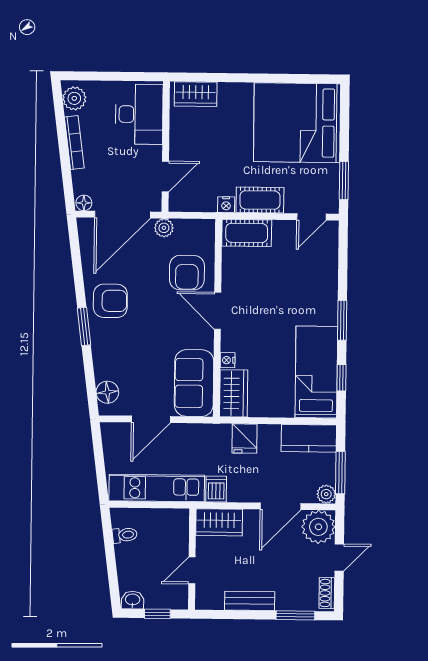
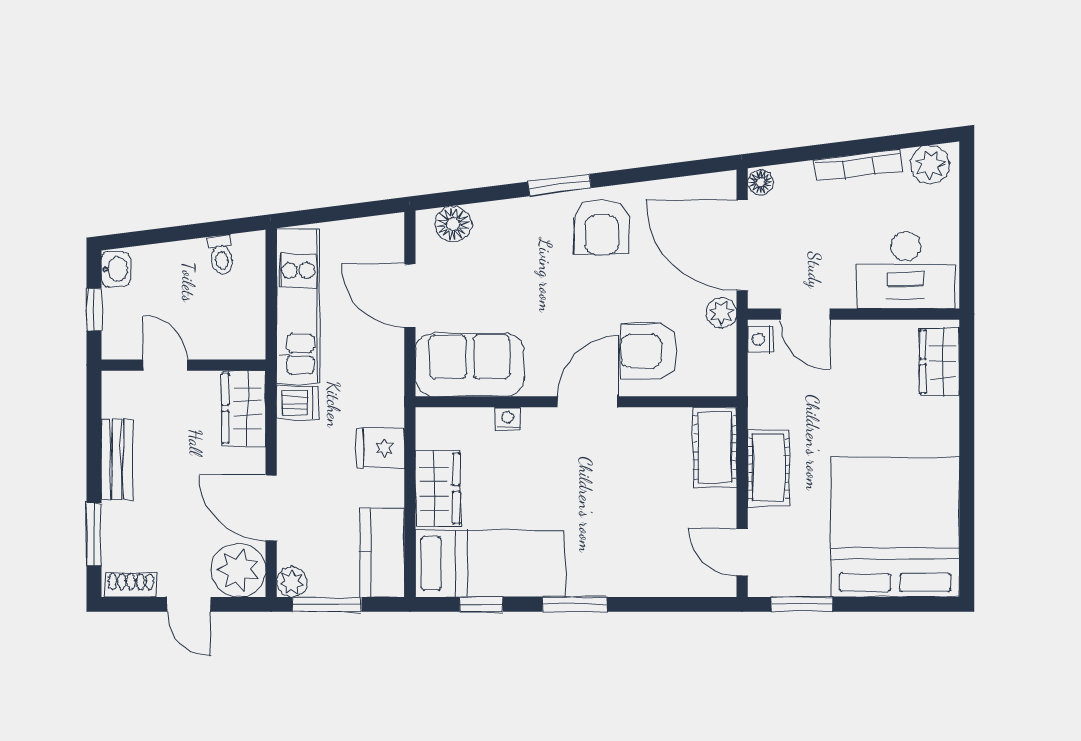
nightstand: (226, 205) -> (760, 340), moved
wardrobe: (234, 393) -> (438, 488), moved, turned -90

